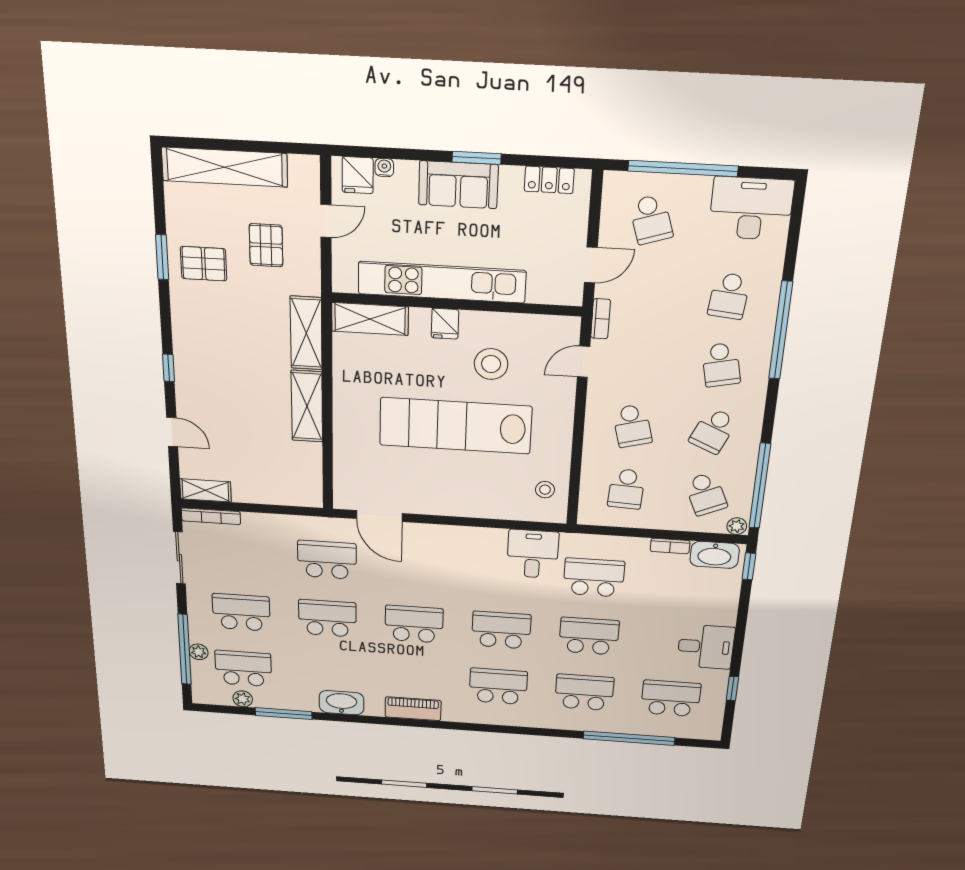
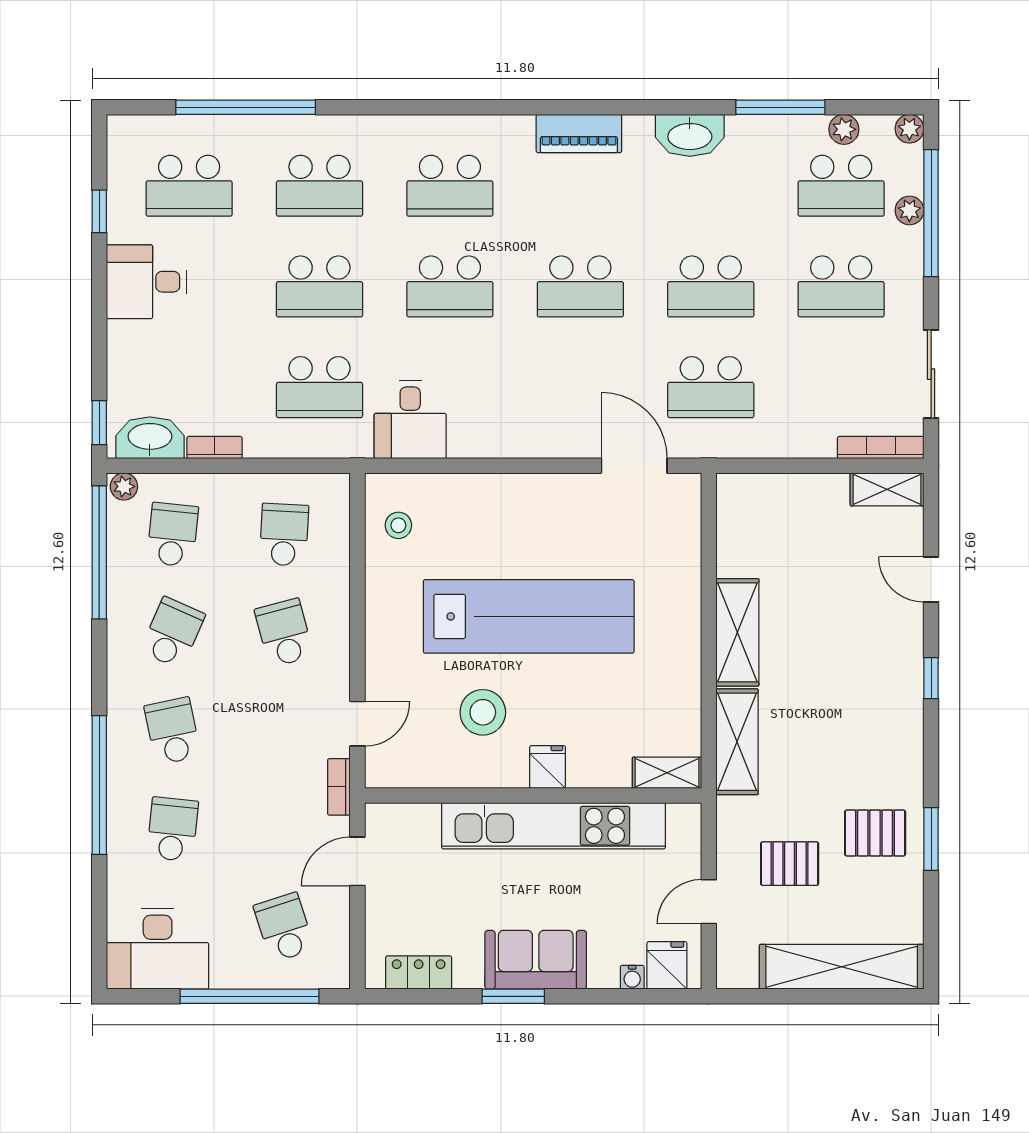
pallet: (266, 245) -> (790, 864), turned 90
shelving: (370, 319) -> (667, 773), width x0.67, depth x0.75
school desk: (706, 494) -> (173, 535), turned 30
plant: (201, 696) -> (909, 129), added

